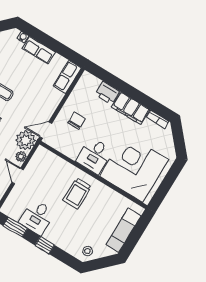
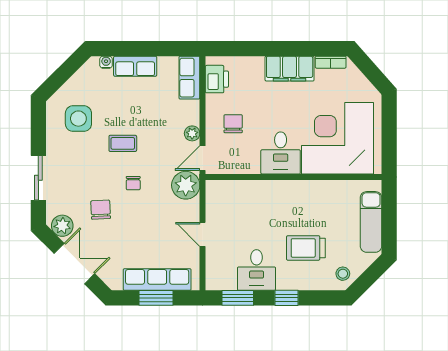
printer: (107, 93) -> (217, 79), moved, turned -90
plant: (21, 157) -> (192, 133), moved
trolley: (77, 193) -> (306, 248), moved, turned 90

